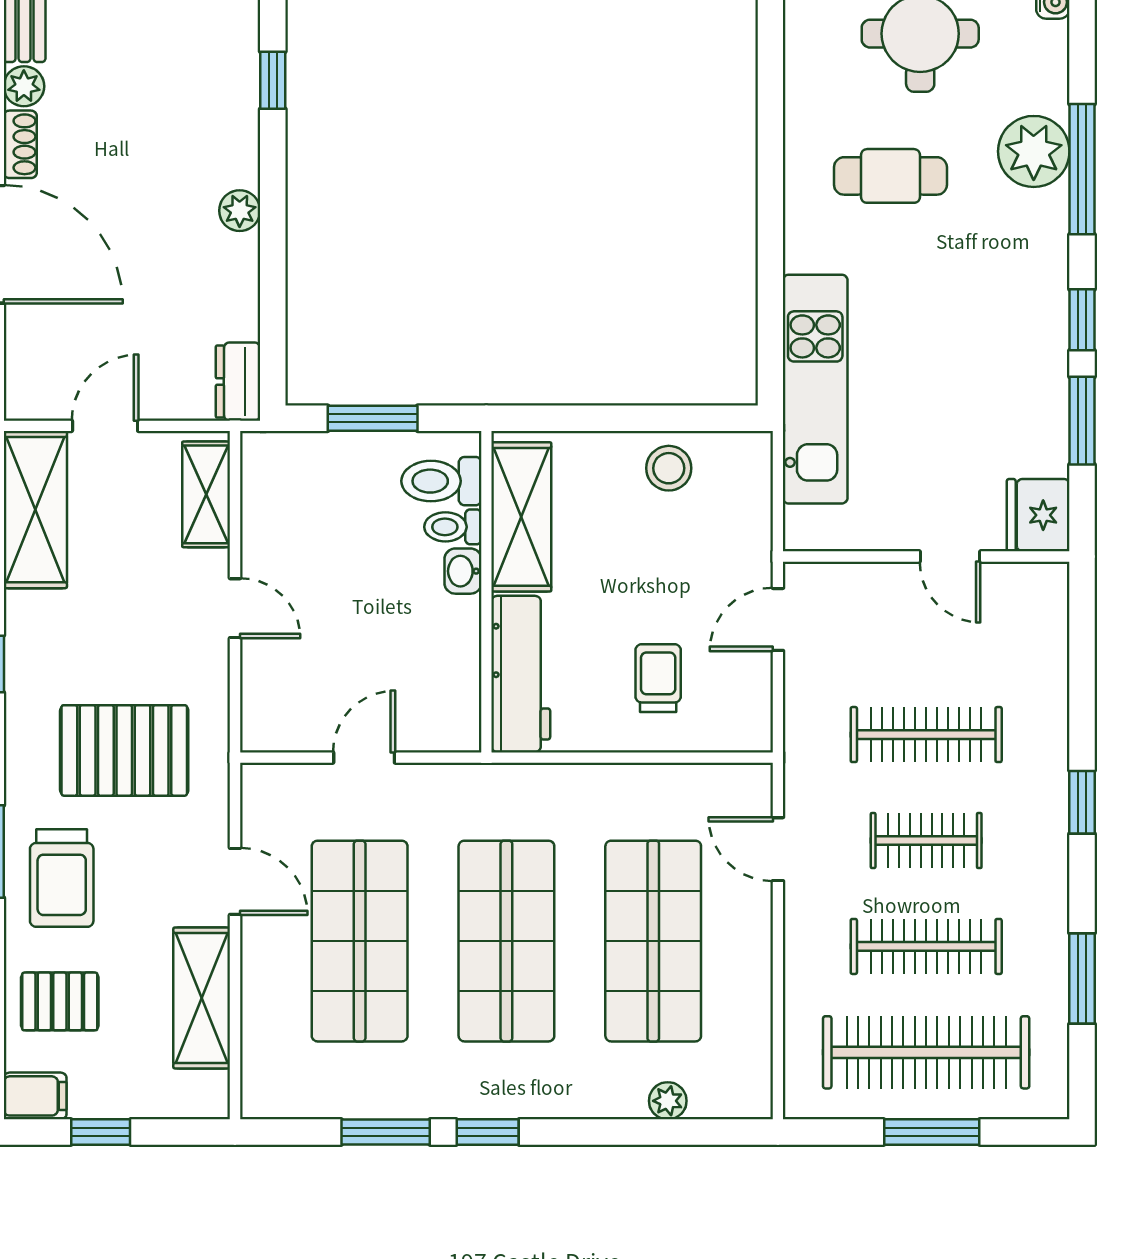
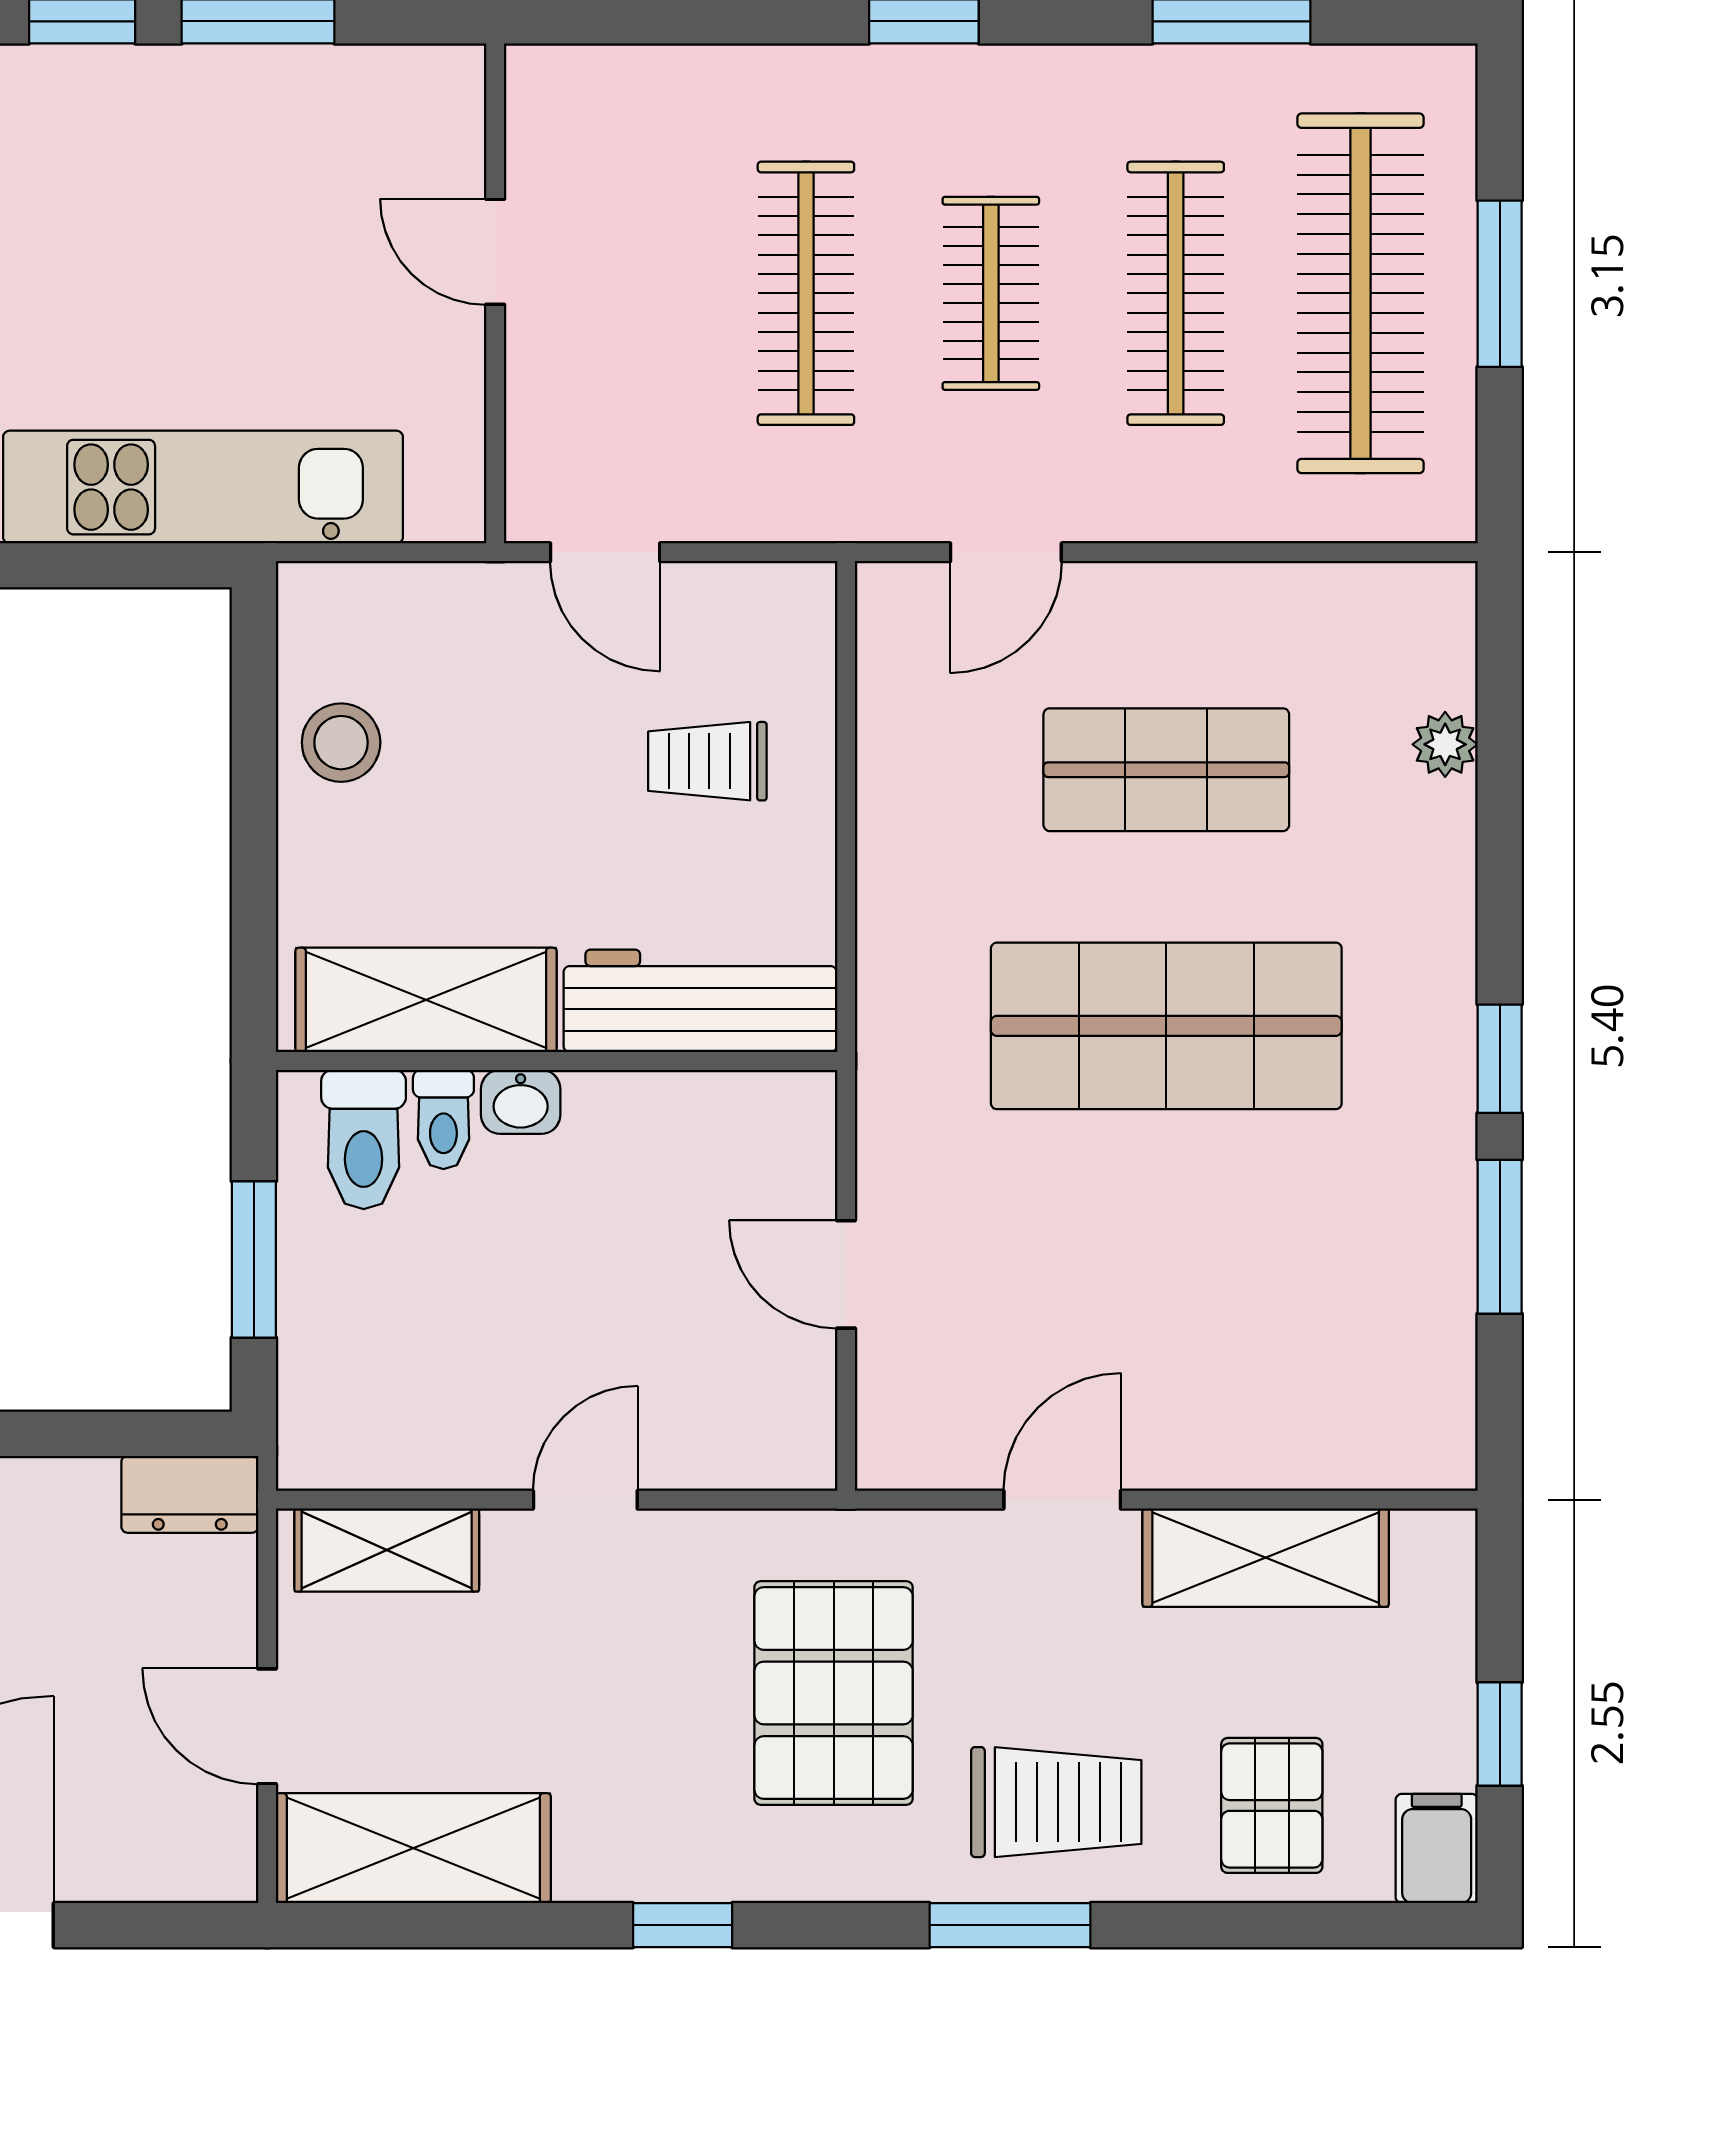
fridge: (1038, 515) -> (423, 98), removed
door: (950, 556) -> (495, 252), swing flipped
shop shelf: (360, 941) -> (1166, 1282), removed
shop shelf: (653, 941) -> (1166, 770), width x0.70, depth x0.74

